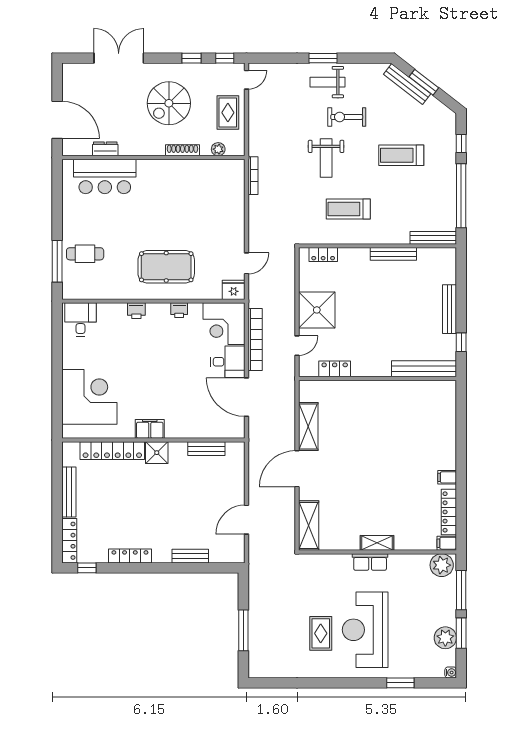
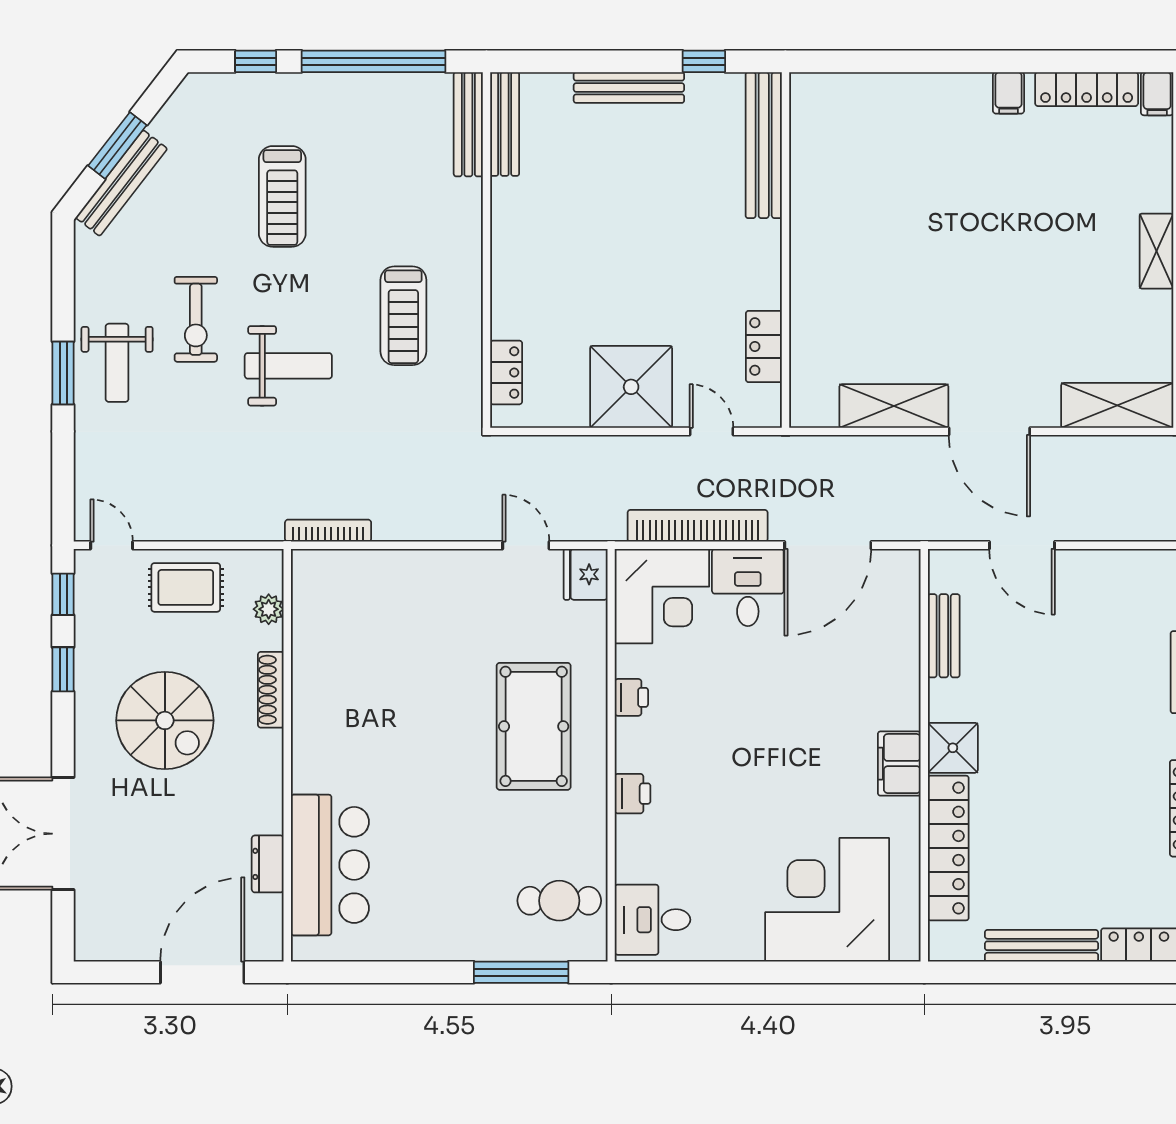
cafe table: (85, 254) -> (559, 901), moved, turned 90
bench: (393, 254) -> (505, 124), moved
door: (247, 520) -> (1022, 545), moved

